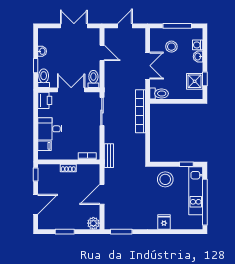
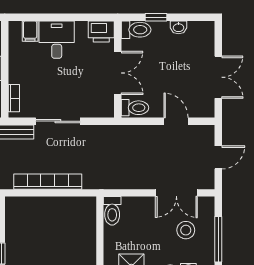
door: (125, 26) -> (218, 157), hinge flipped
door: (102, 53) -> (176, 121), swing flipped
double door: (148, 66) -> (176, 193), moved
sliding door: (102, 111) -> (58, 121), moved
bookcase: (140, 111) -> (48, 182), moved

